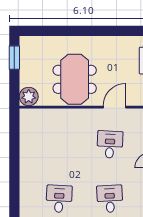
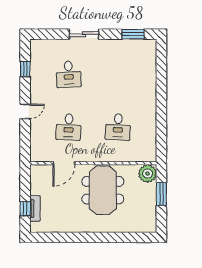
window: (14, 58) -> (161, 194), moved
desk: (59, 199) -> (118, 127), moved

